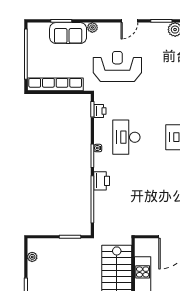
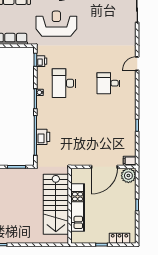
printer: (102, 181) -> (43, 137), moved

